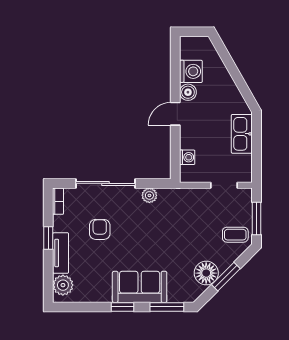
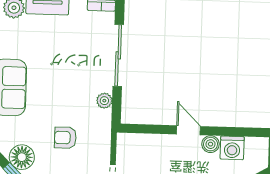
washing machine: (187, 157) -> (143, 141), removed
armchair: (100, 229) -> (65, 138), moved, turned 180

